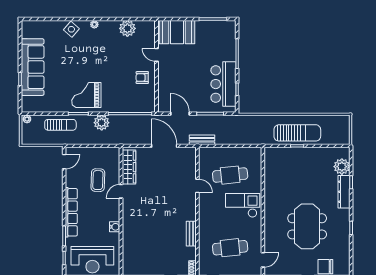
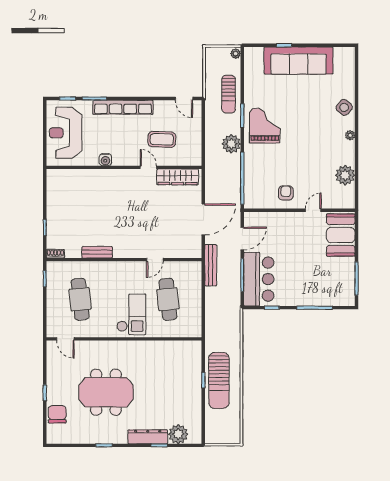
bar counter: (223, 84) -> (259, 279), moved, turned 90
bench: (202, 140) -> (211, 265), width x1.36

